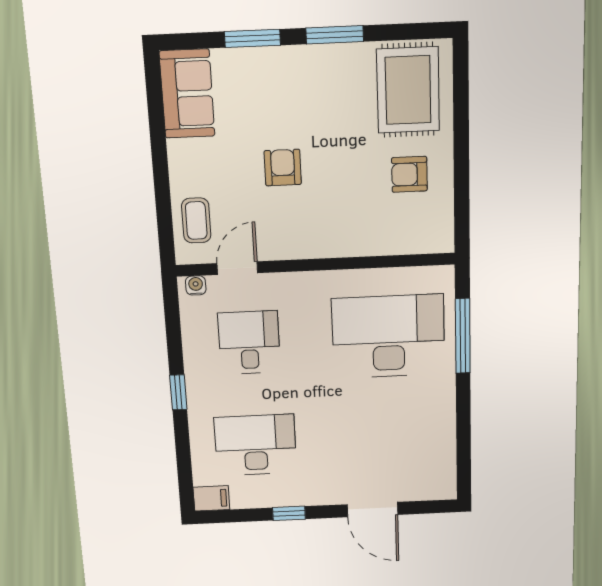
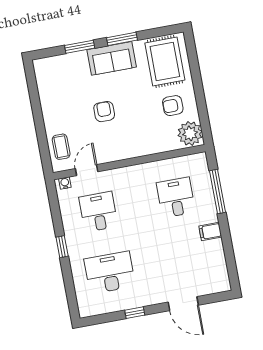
sofa: (187, 94) -> (112, 58), moved, turned 90
plant: (432, 229) -> (190, 133), added
desk: (388, 336) -> (176, 197), width x0.53, depth x0.77
filing cabinet: (211, 498) -> (210, 231), moved, turned 180

